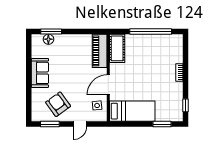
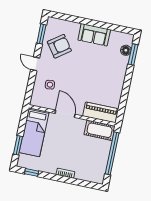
cot: (117, 48) -> (100, 130), moved
piano: (100, 51) -> (101, 112), moved
wall: (108, 78) -> (72, 115), moved
door: (108, 85) -> (65, 114), moved
bed: (132, 111) -> (34, 132), moved

